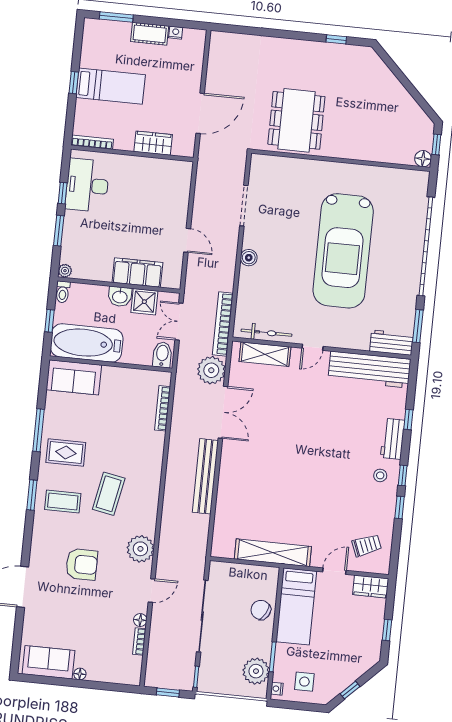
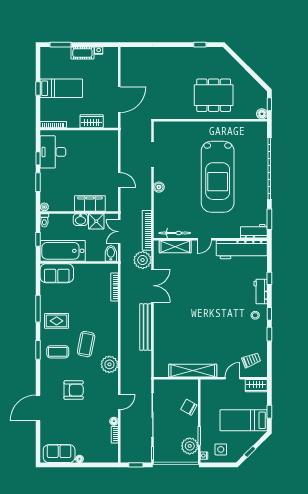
dining table: (296, 120) -> (214, 95), moved, turned 90
plant: (140, 549) -> (109, 364), moved
bed: (296, 606) -> (244, 420), moved, turned 90

